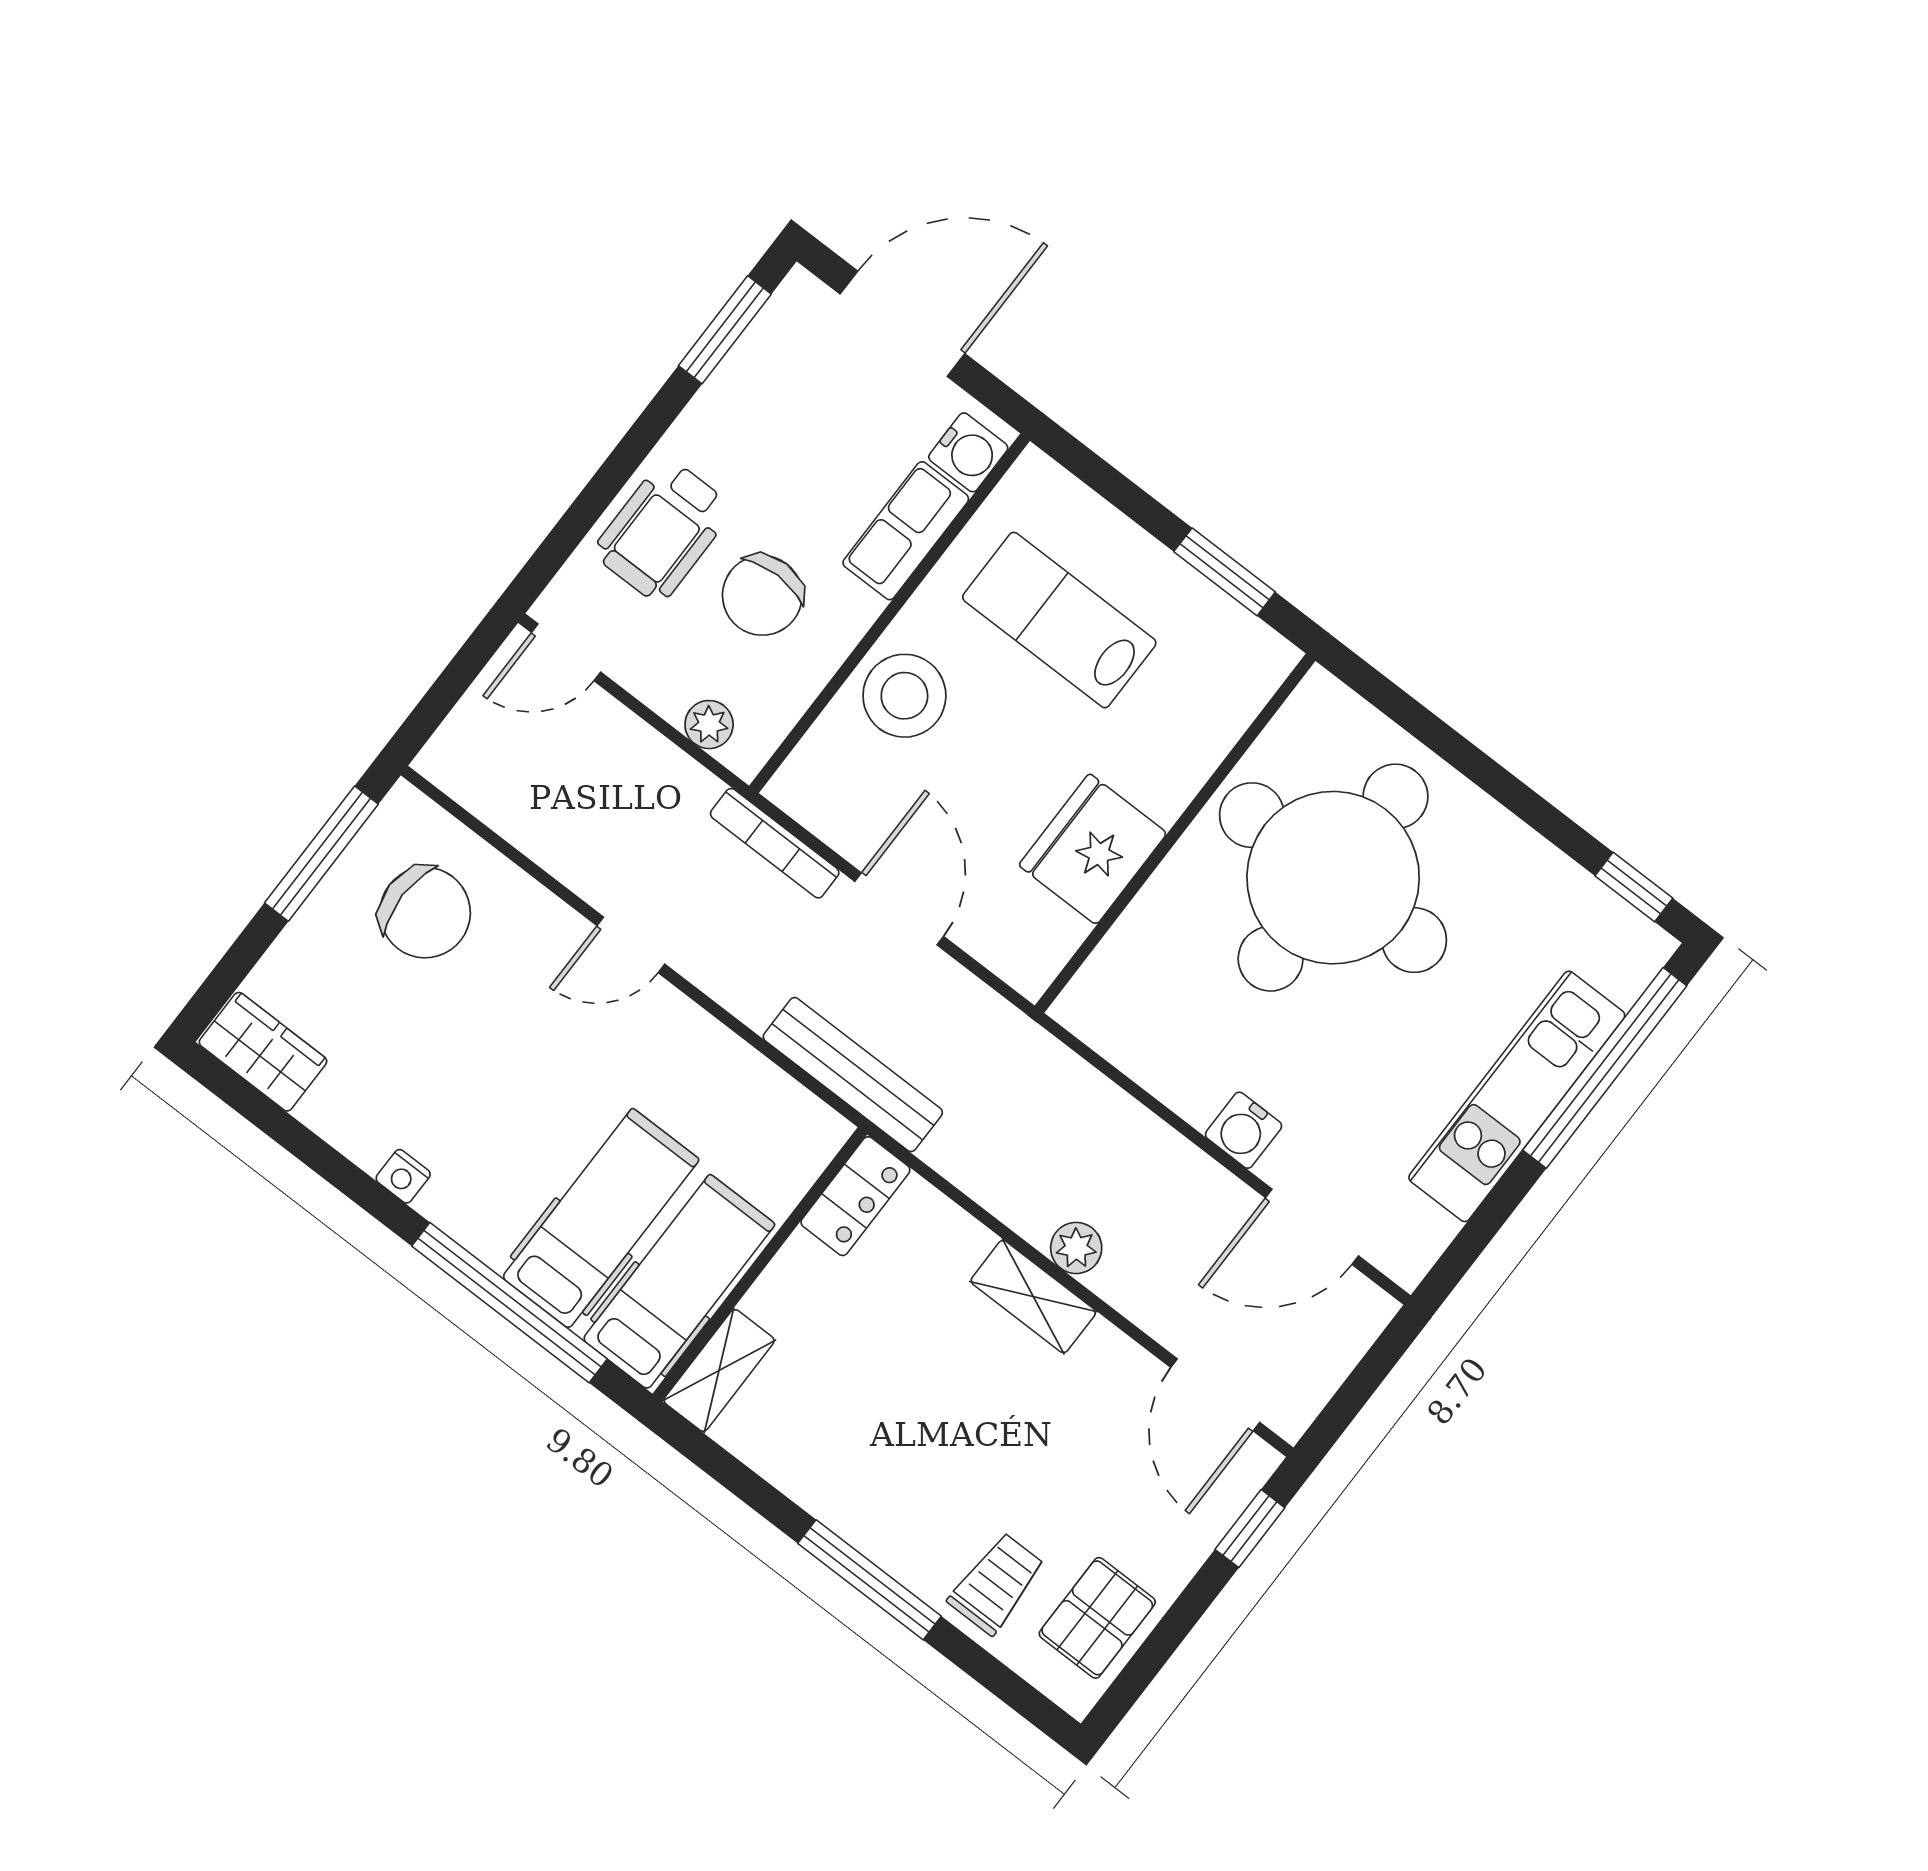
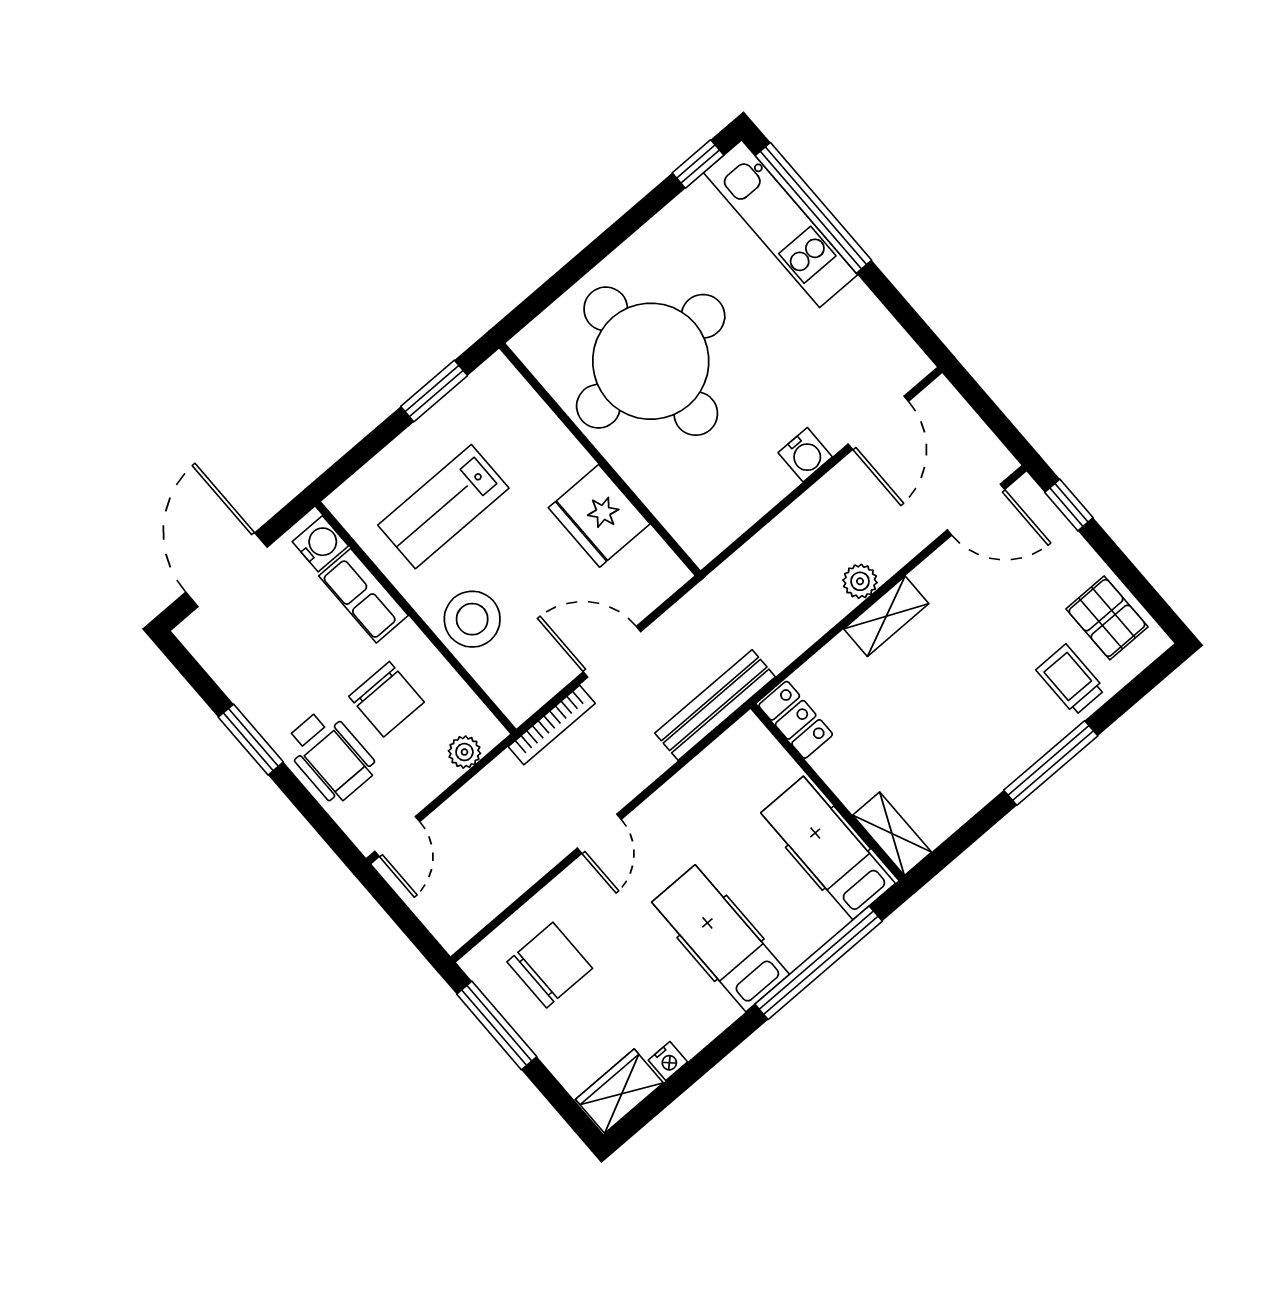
window: (725, 330) -> (251, 740), moved
kitchen unit: (1517, 1096) -> (781, 224), moved
nightstand: (403, 1176) -> (668, 1061), moved
hospital bed: (601, 1218) -> (721, 938), moved

